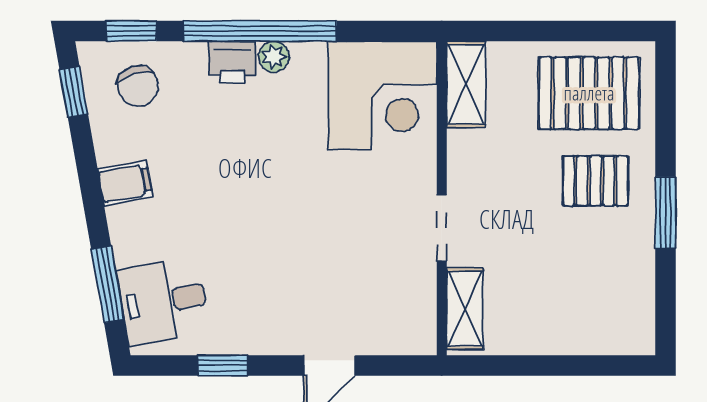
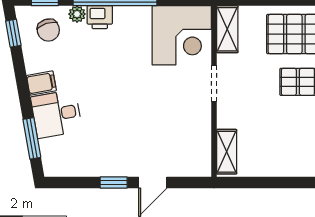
plant: (274, 57) -> (77, 14), moved
doorway: (442, 228) -> (214, 84), moved
desk: (163, 301) -> (56, 114), moved
window: (223, 365) -> (114, 183), moved

